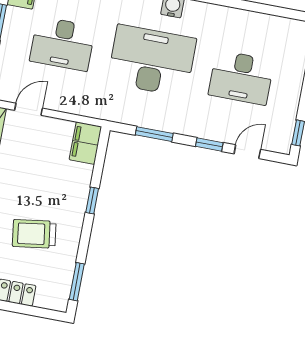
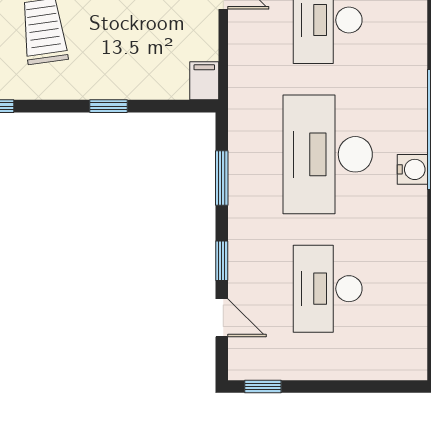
desk: (152, 61) -> (328, 154), turned 180
filing cabinet: (85, 143) -> (204, 81), width x0.50

